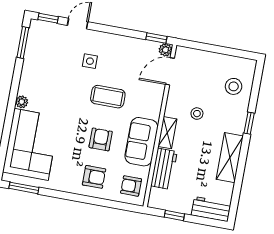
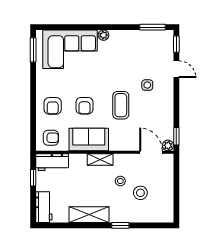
stool: (234, 86) -> (140, 193), moved
armchair: (101, 139) -> (84, 106), turned 90
workbench: (164, 169) -> (52, 162), moved
armchair: (131, 186) -> (51, 138), turned 90

